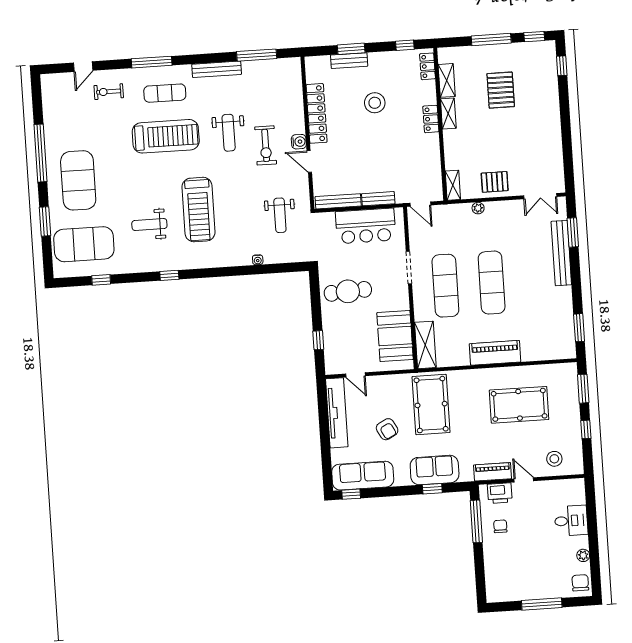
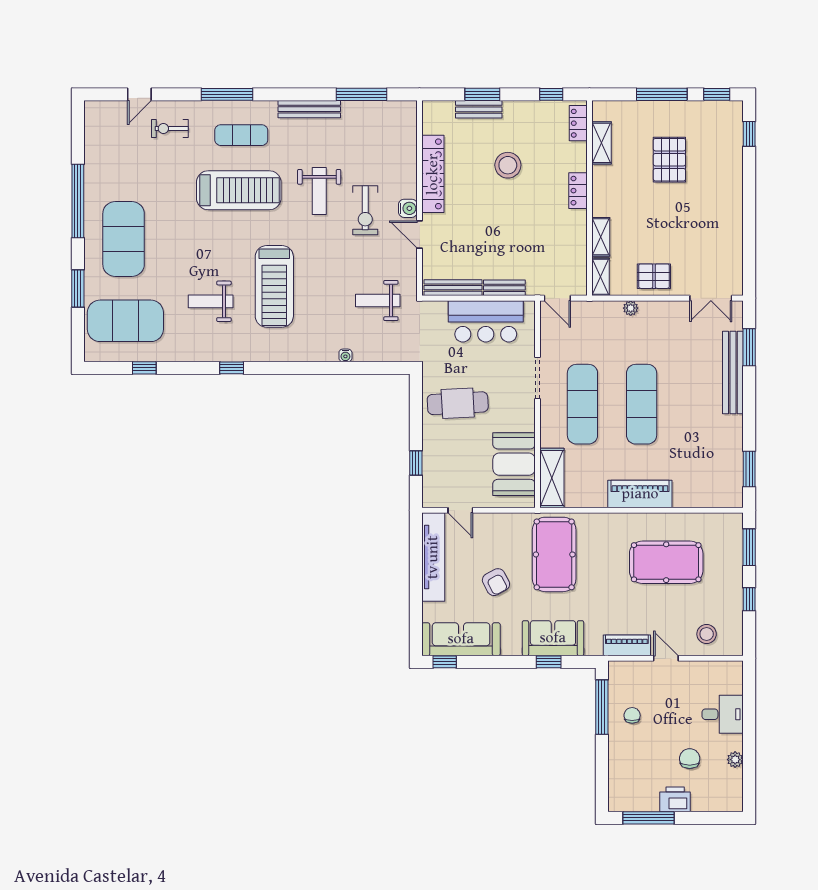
shelving: (448, 114) -> (601, 237), moved
weight bench: (280, 215) -> (378, 300), turned 90
printer: (500, 493) -> (675, 799), moved, turned 180
chair: (580, 583) -> (690, 759), moved
window: (542, 604) -> (648, 818), moved

